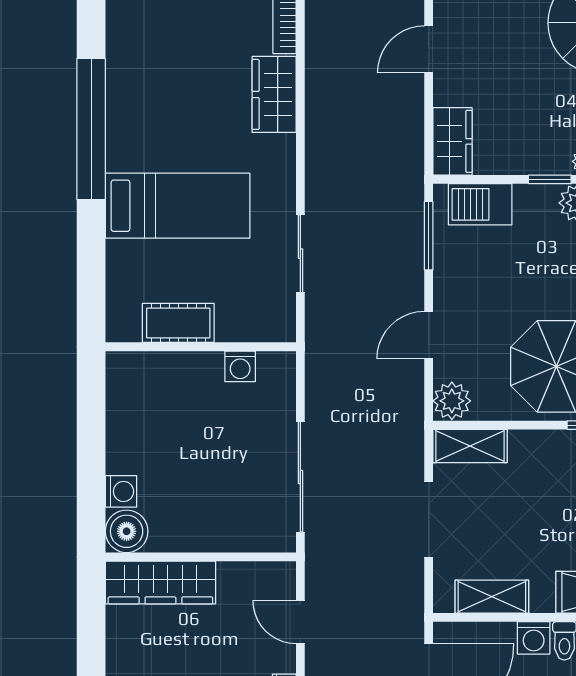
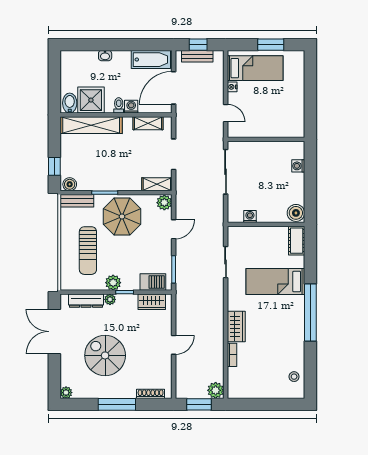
wardrobe: (453, 141) -> (152, 302), moved, turned -90
cot: (178, 323) -> (297, 241), moved, turned 90
boiler: (127, 531) -> (296, 213), moved
wardrobe: (160, 582) -> (282, 129), removed

